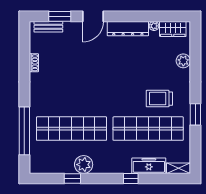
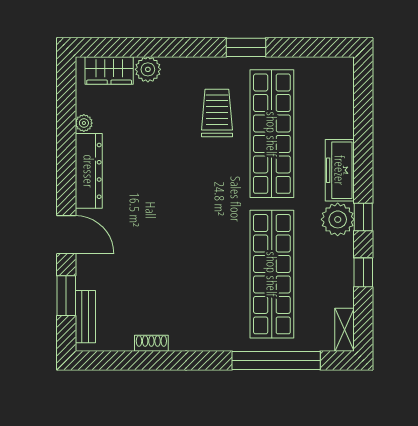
wardrobe: (173, 29) -> (109, 70), moved, turned 90
trolley: (159, 99) -> (217, 113), turned 180
plant: (84, 165) -> (338, 219), moved
freezer: (149, 166) -> (340, 170), moved
shelving: (178, 168) -> (344, 330), moved
window: (131, 179) -> (363, 217), moved

